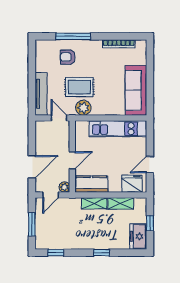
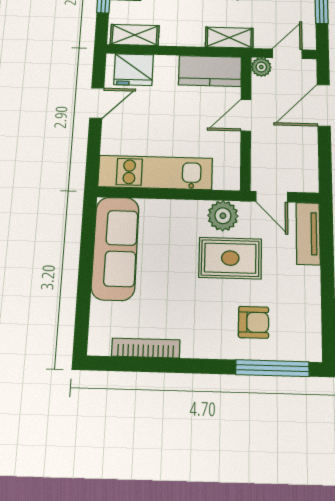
window: (73, 36) -> (272, 368), moved
tv unit: (41, 94) -> (308, 234), width x0.71
shelving: (94, 203) -> (229, 38), moved
shelving: (121, 203) -> (135, 35), moved

